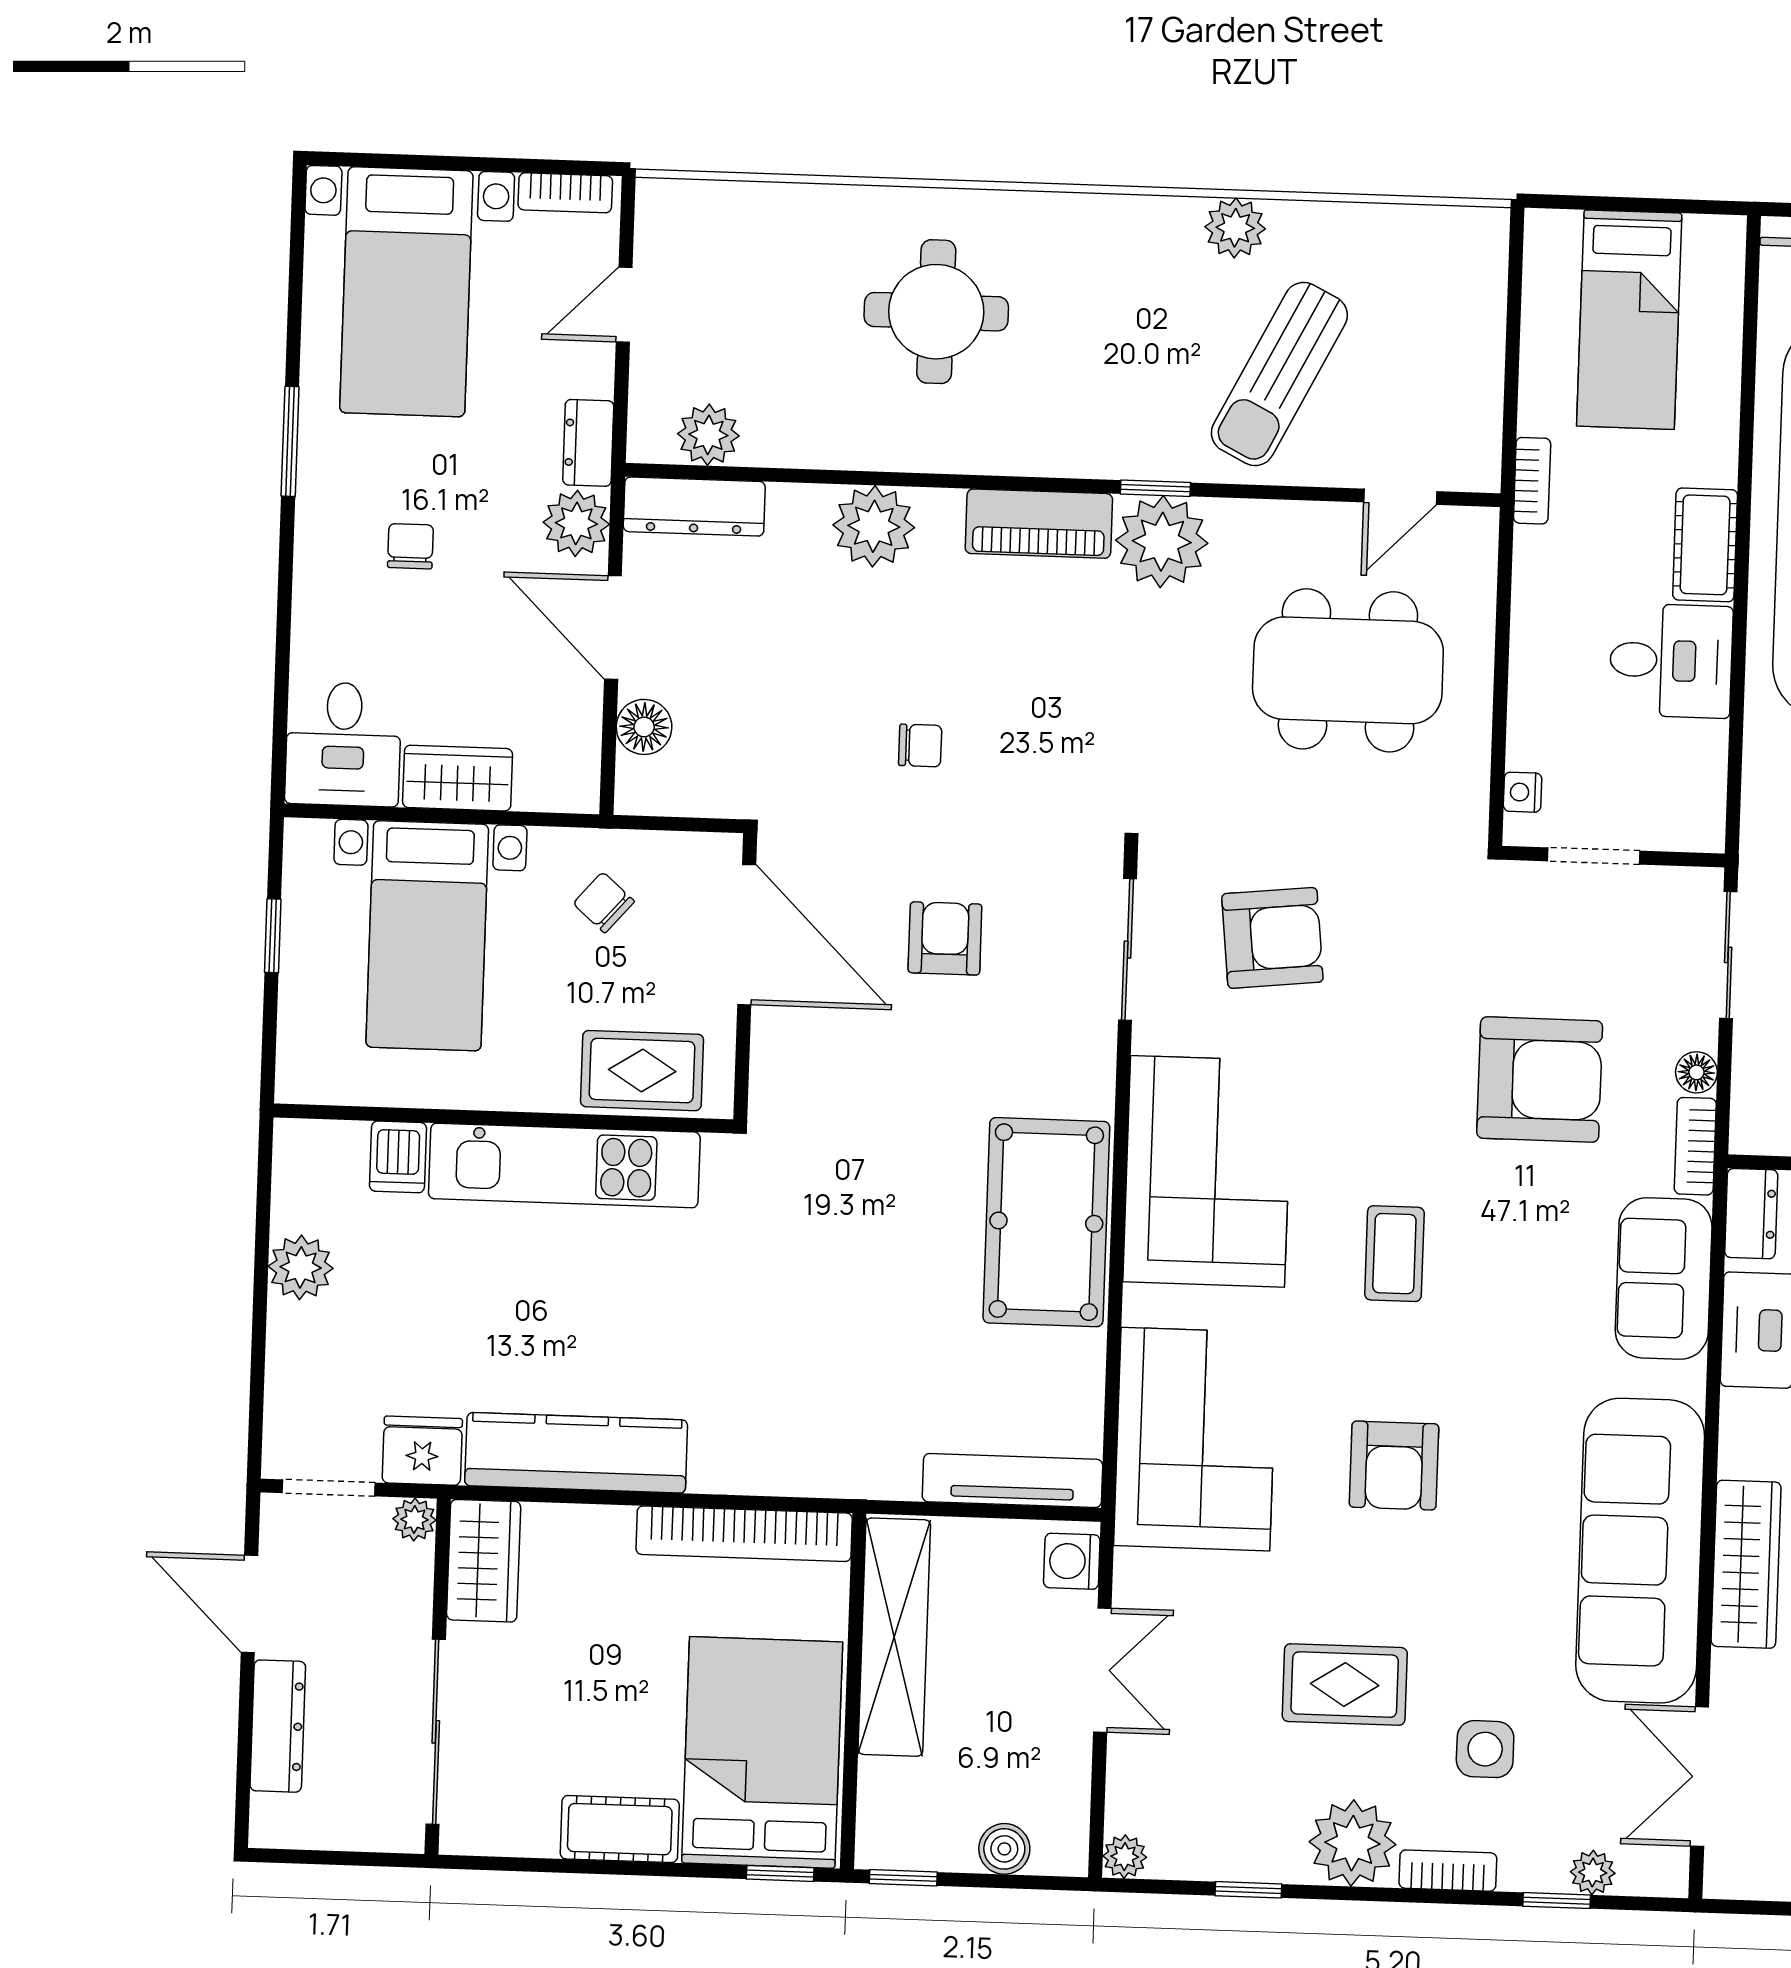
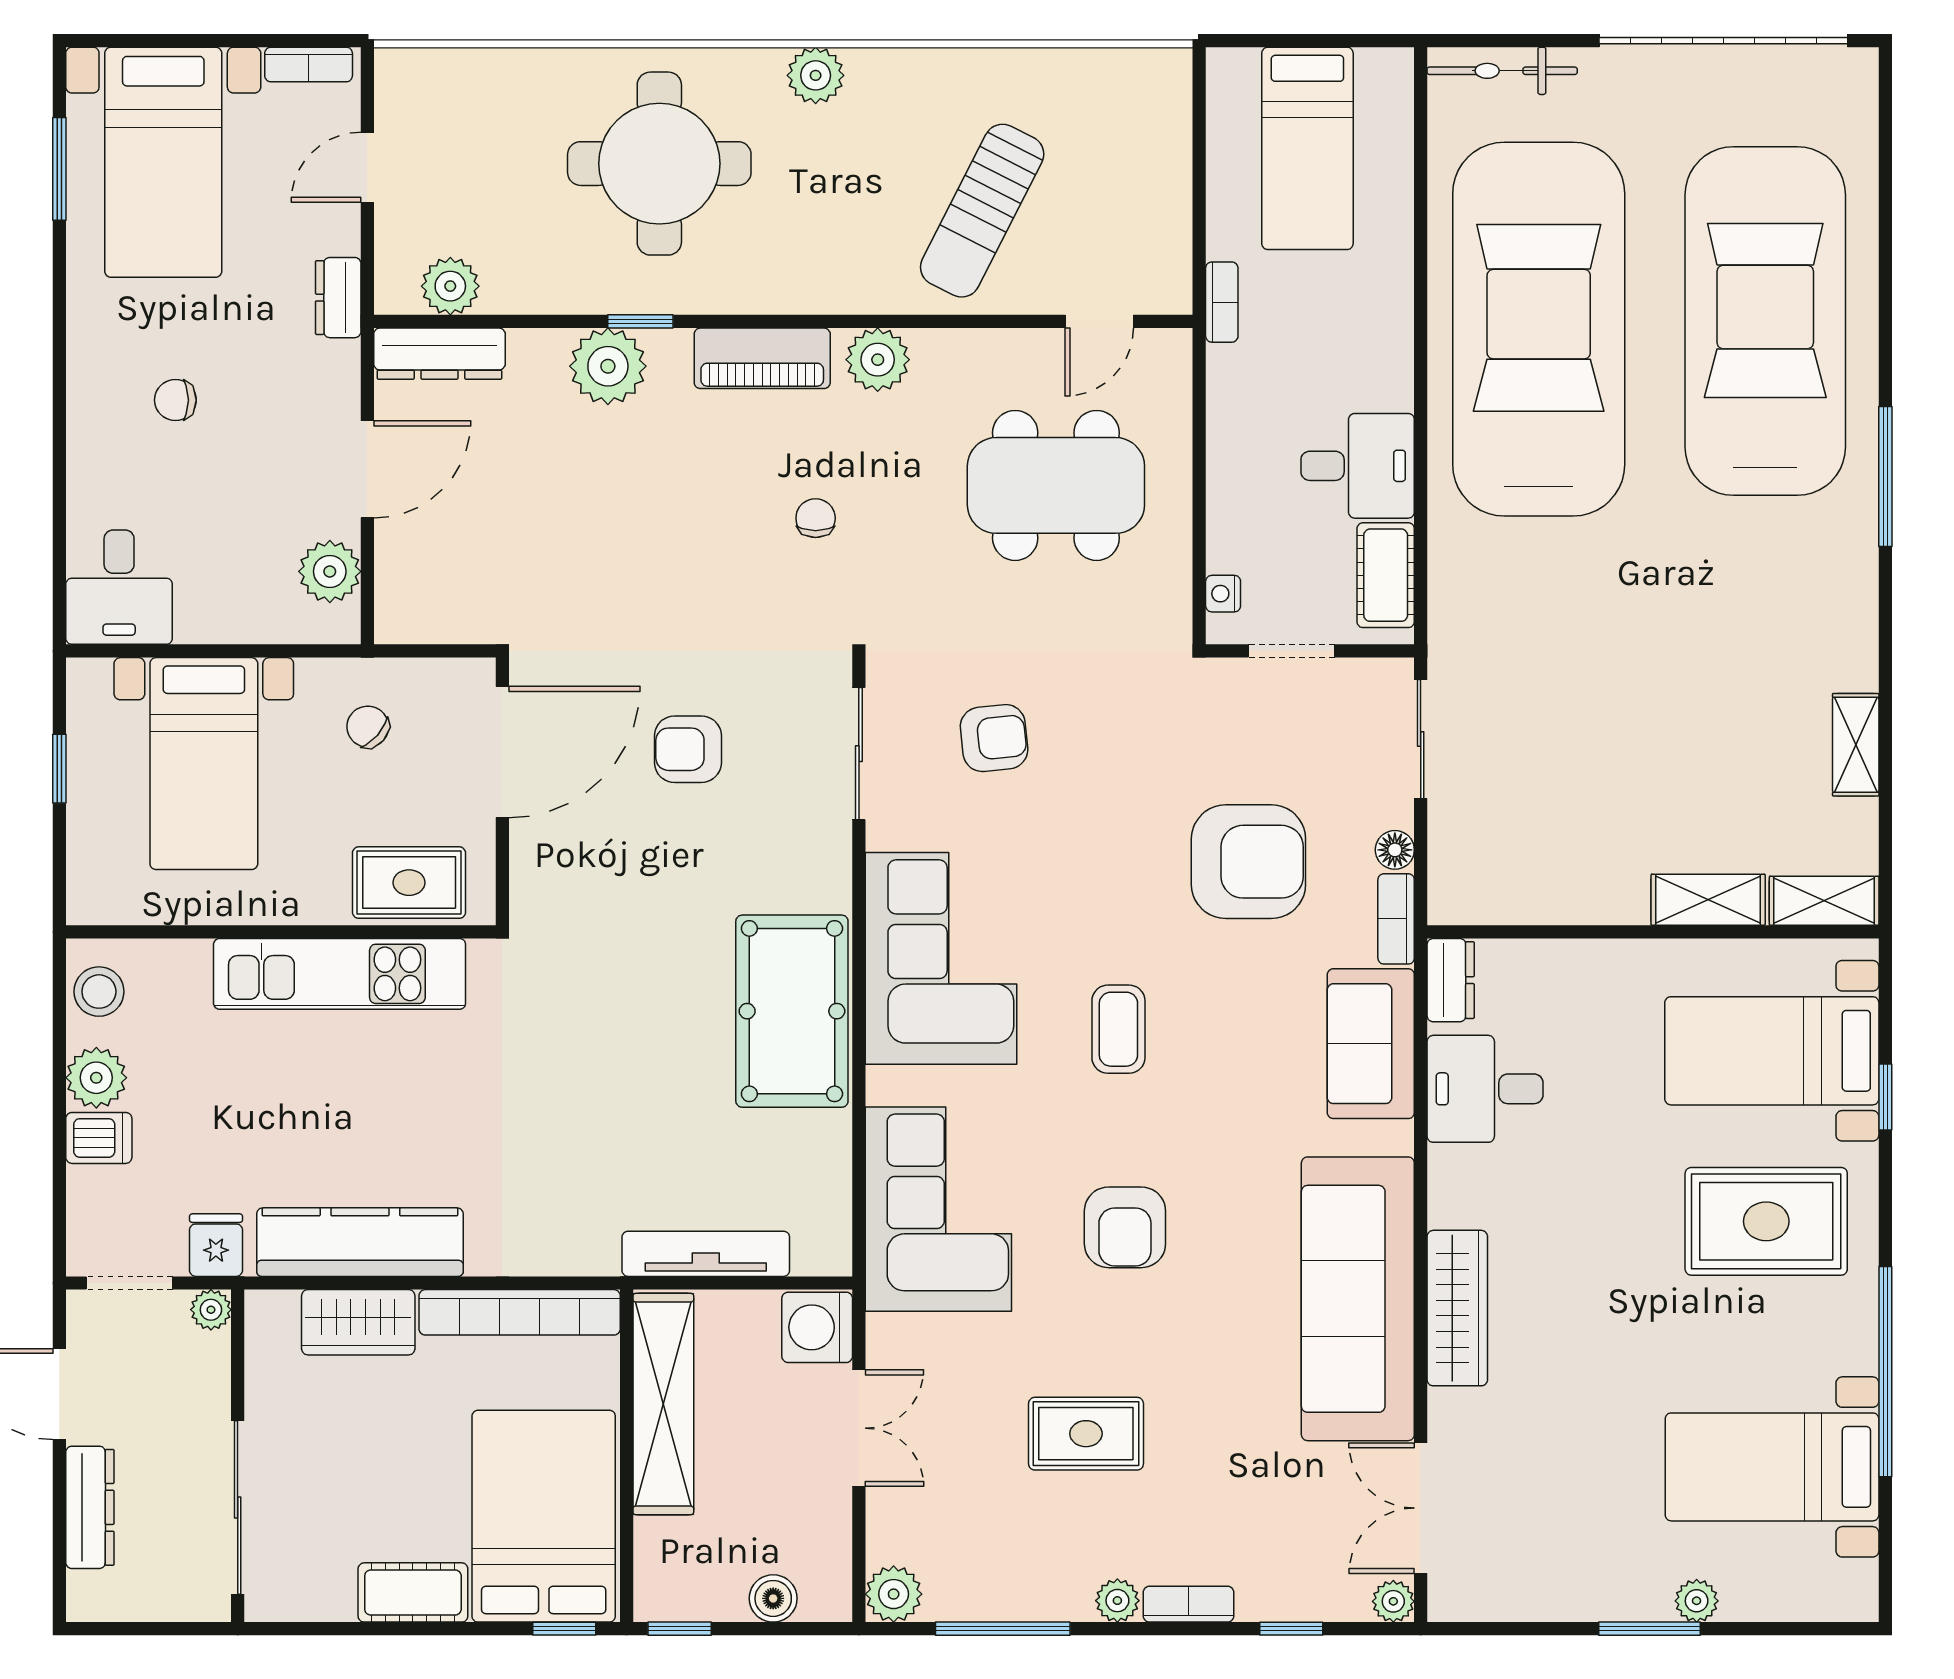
plant: (1235, 228) -> (816, 75), moved
round table: (936, 312) -> (659, 164), width x1.36, depth x1.36
window: (290, 441) -> (59, 169), moved
window: (1155, 488) -> (640, 321), moved
plant: (576, 523) -> (330, 571), moved
plant: (1162, 542) -> (878, 360), width x0.73, depth x0.73
cot: (1705, 545) -> (1386, 575), moved
chair: (410, 546) -> (175, 400), turned -90
door: (613, 628) -> (367, 469), swing flipped
floor lamp: (644, 727) -> (400, 561), removed
chair: (920, 745) -> (816, 518), moved, turned -90
wardrobe: (458, 778) -> (227, 615), removed
door: (747, 935) -> (502, 752), hinge flipped
armchair: (945, 938) -> (688, 749), turned -90
armchair: (1272, 938) -> (994, 738), width x0.72, depth x0.72
dishwasher: (398, 1157) -> (99, 1138), moved, turned -90
stool: (307, 1175) -> (99, 992), added
fridge: (422, 1451) -> (216, 1245), width x0.72
tv unit: (1012, 1481) -> (706, 1254), moved
wardrobe: (484, 1561) -> (358, 1322), moved, turned 90
washing machine: (1072, 1561) -> (817, 1327), width x1.38, depth x1.38
side table: (1485, 1749) -> (1219, 1489), removed
plant: (1352, 1843) -> (1117, 1601), width x0.53, depth x0.53
plant: (1125, 1857) -> (894, 1594), width x1.38, depth x1.38
plant: (1593, 1873) -> (1393, 1601), moved
window: (1248, 1890) -> (1003, 1629), width x2.17

